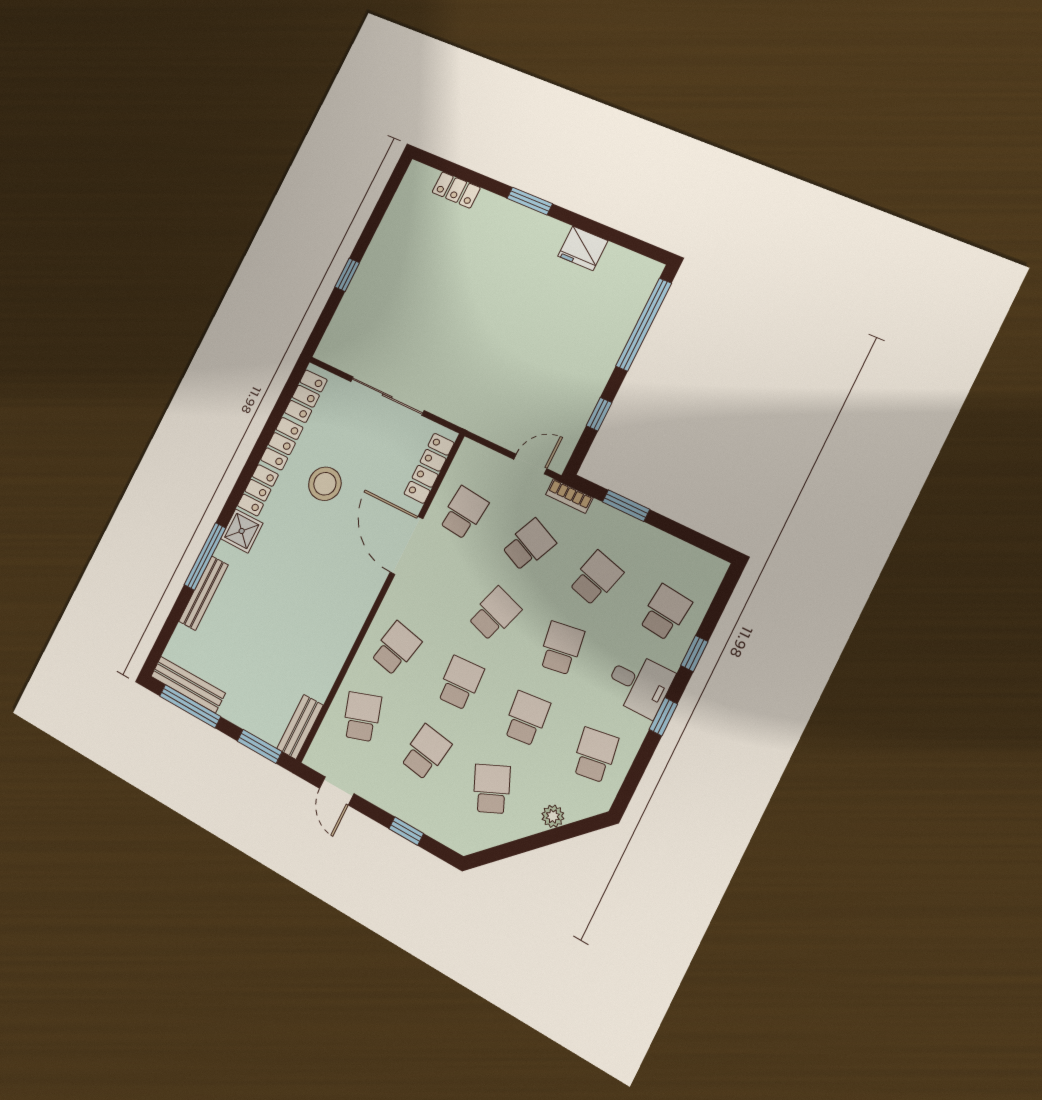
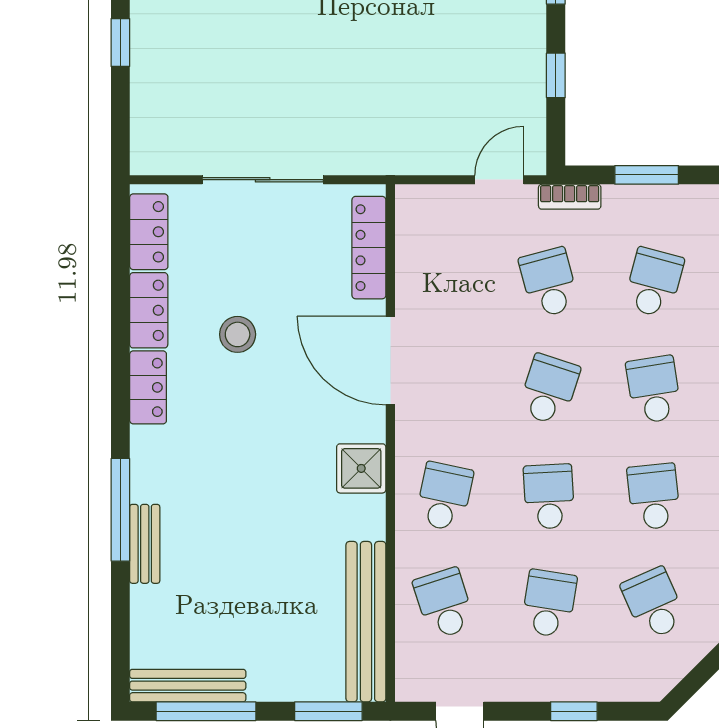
stool: (325, 484) -> (238, 334), width x0.73, depth x0.73
school desk: (464, 513) -> (444, 283), removed
shower: (242, 531) -> (361, 468), moved
school desk: (529, 545) -> (549, 283), turned -39
bench: (204, 593) -> (145, 544), width x0.73
bench: (300, 727) -> (366, 622), width x1.86, depth x1.21

